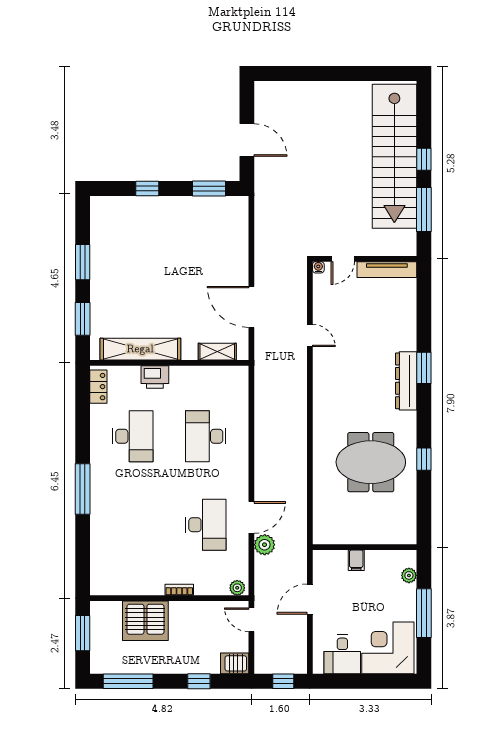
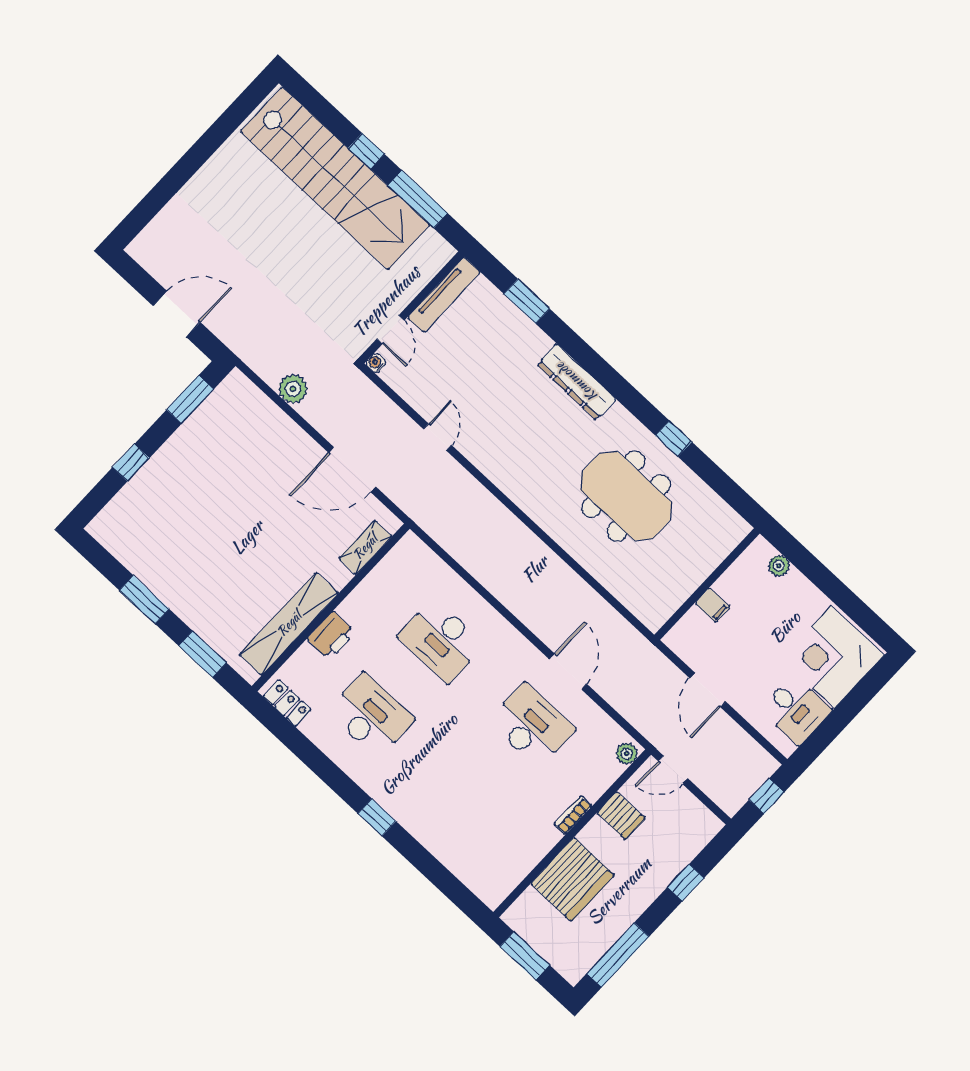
door: (310, 335) -> (438, 437), hinge flipped
window: (424, 368) -> (527, 301), moved
meeting table: (371, 462) -> (626, 496), turned 90
window: (83, 489) -> (377, 817), width x0.46
plant: (265, 545) -> (293, 389), moved
window: (424, 613) -> (832, 587), removed
server rack: (235, 663) -> (621, 815), moved, turned -90

